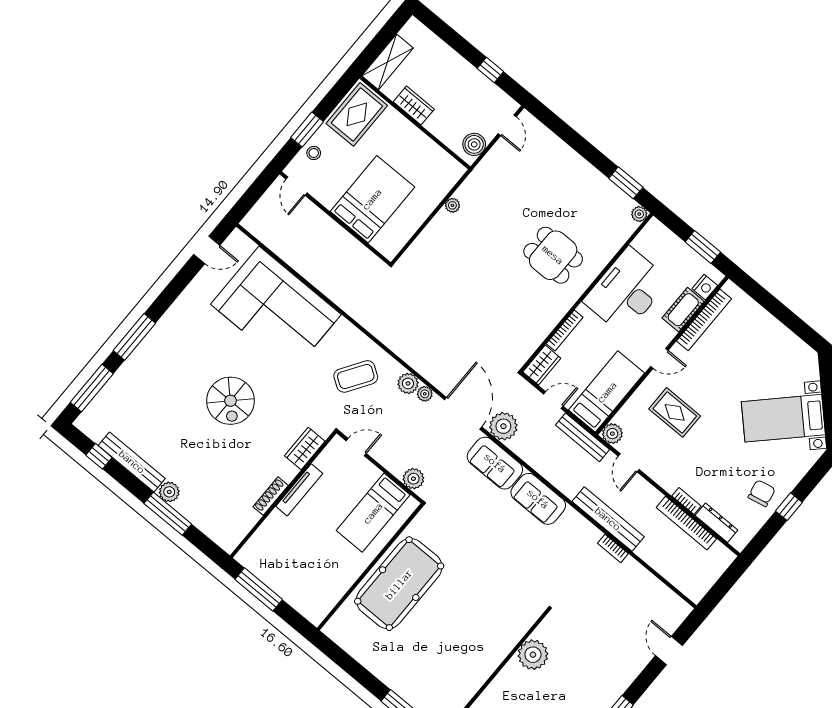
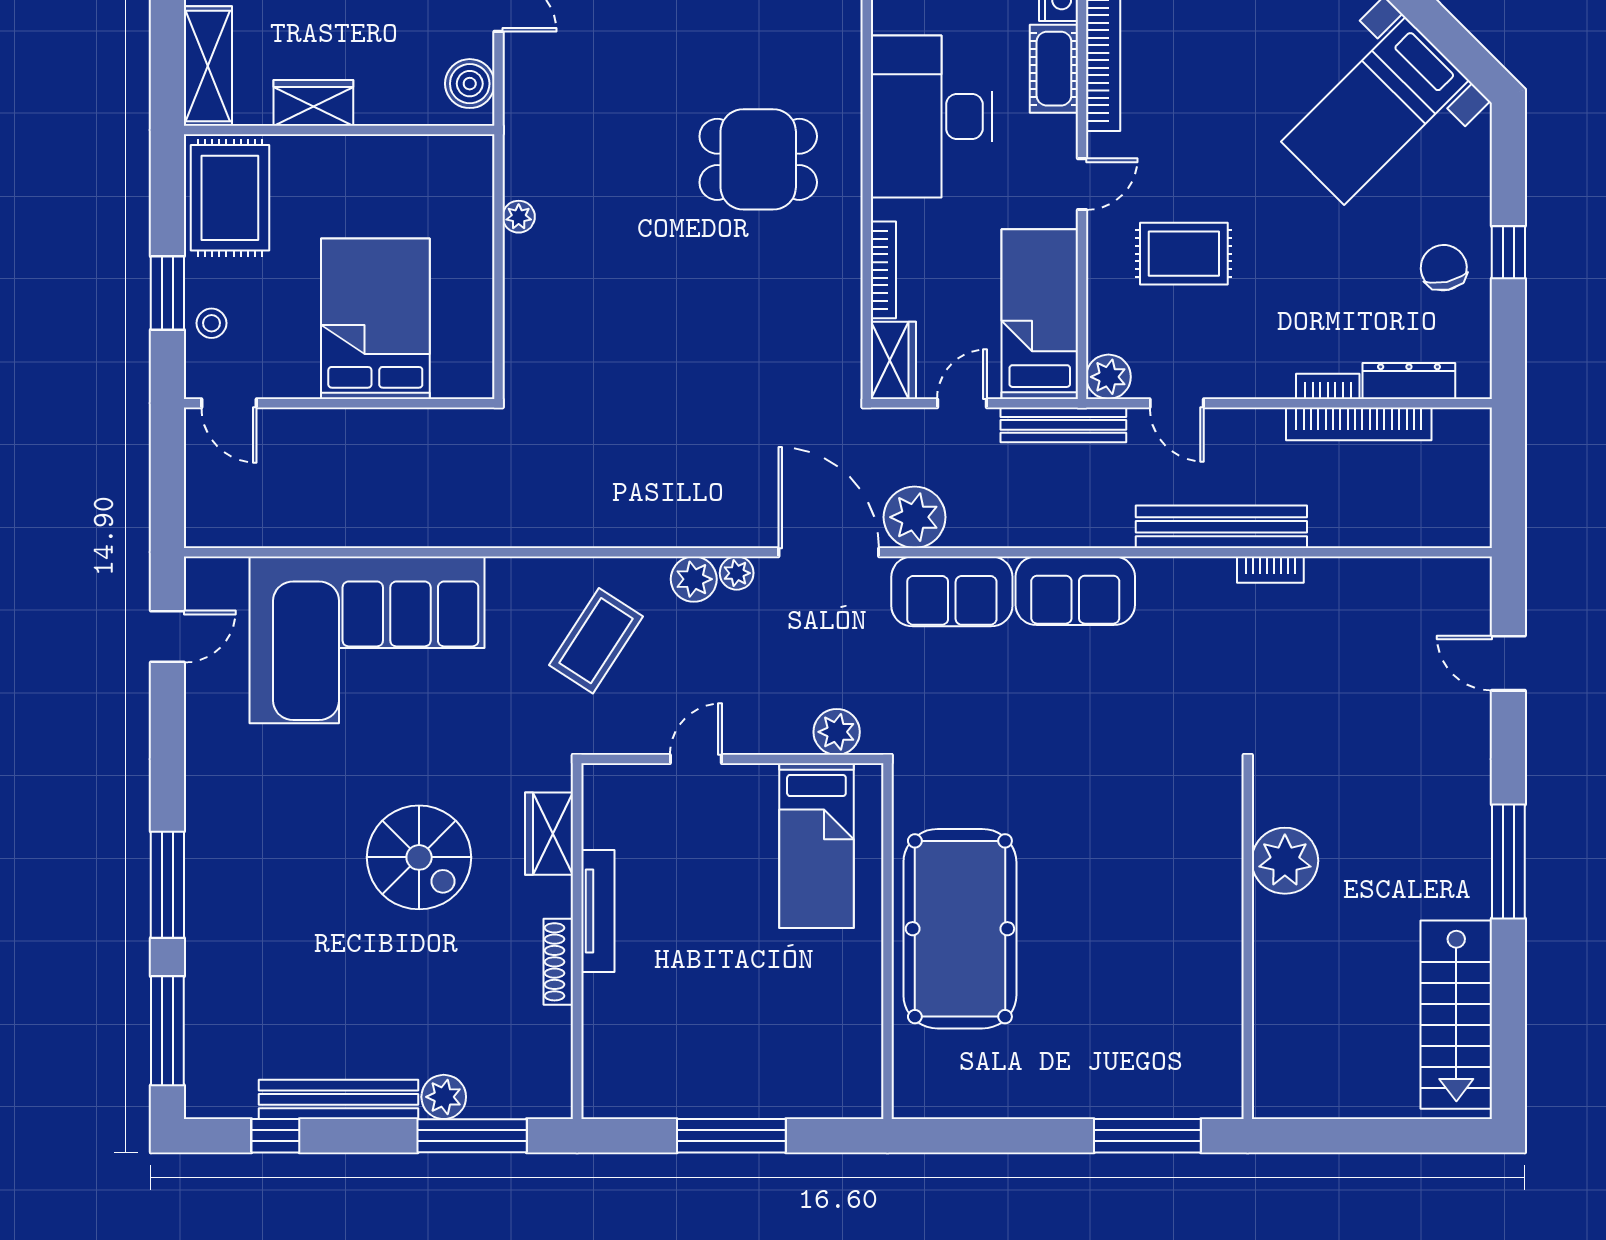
wardrobe: (305, 448) -> (549, 834), moved
tv unit: (299, 490) -> (598, 911), moved
wall: (283, 494) -> (577, 941), moved
shoe rack: (271, 496) -> (558, 962), moved

